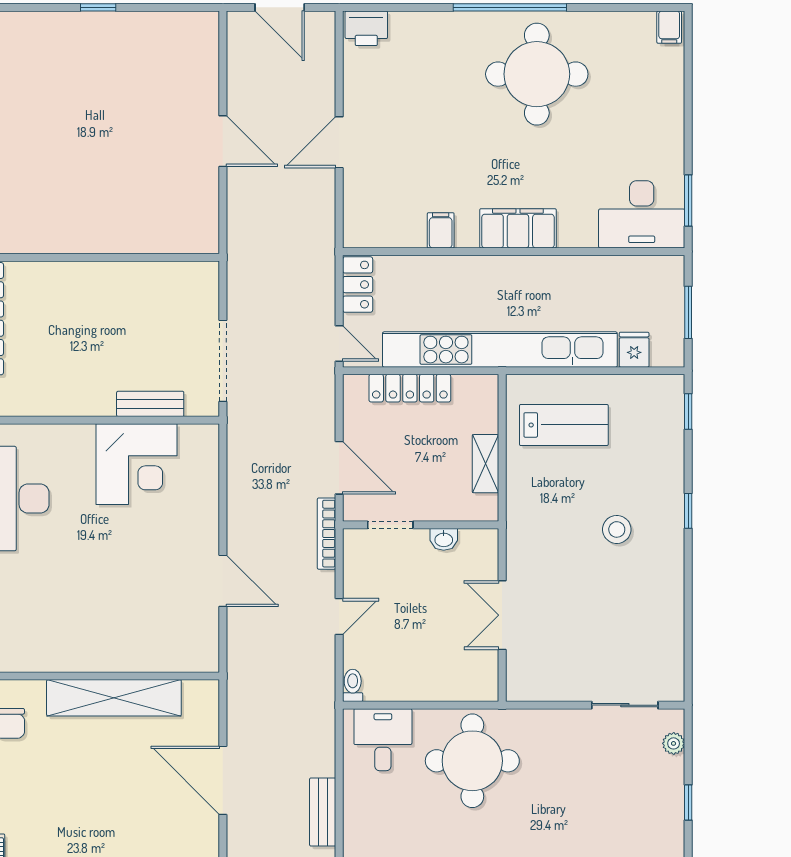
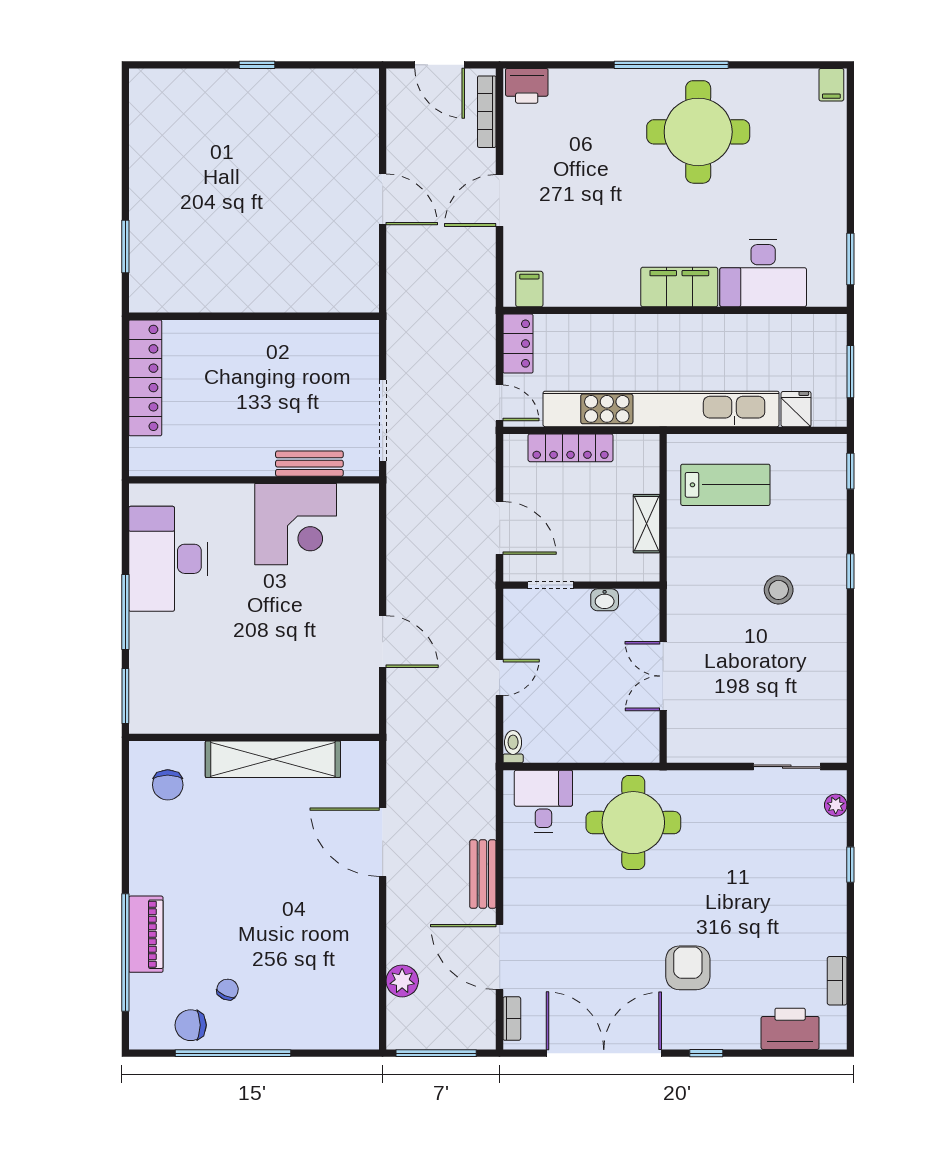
desk: (642, 214) -> (763, 273), moved
filing cabinet: (441, 230) -> (529, 289), moved
bookcase: (327, 534) -> (487, 112), moved

